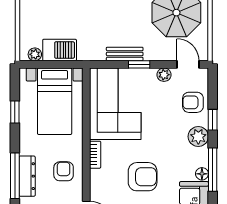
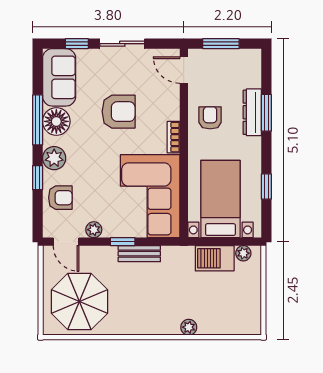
armchair: (64, 171) -> (210, 118), turned 180
floor lamp: (202, 174) -> (56, 121), width x1.89, depth x1.89
window: (15, 176) -> (266, 113), width x0.69
armchair: (143, 177) -> (119, 112), turned 180

